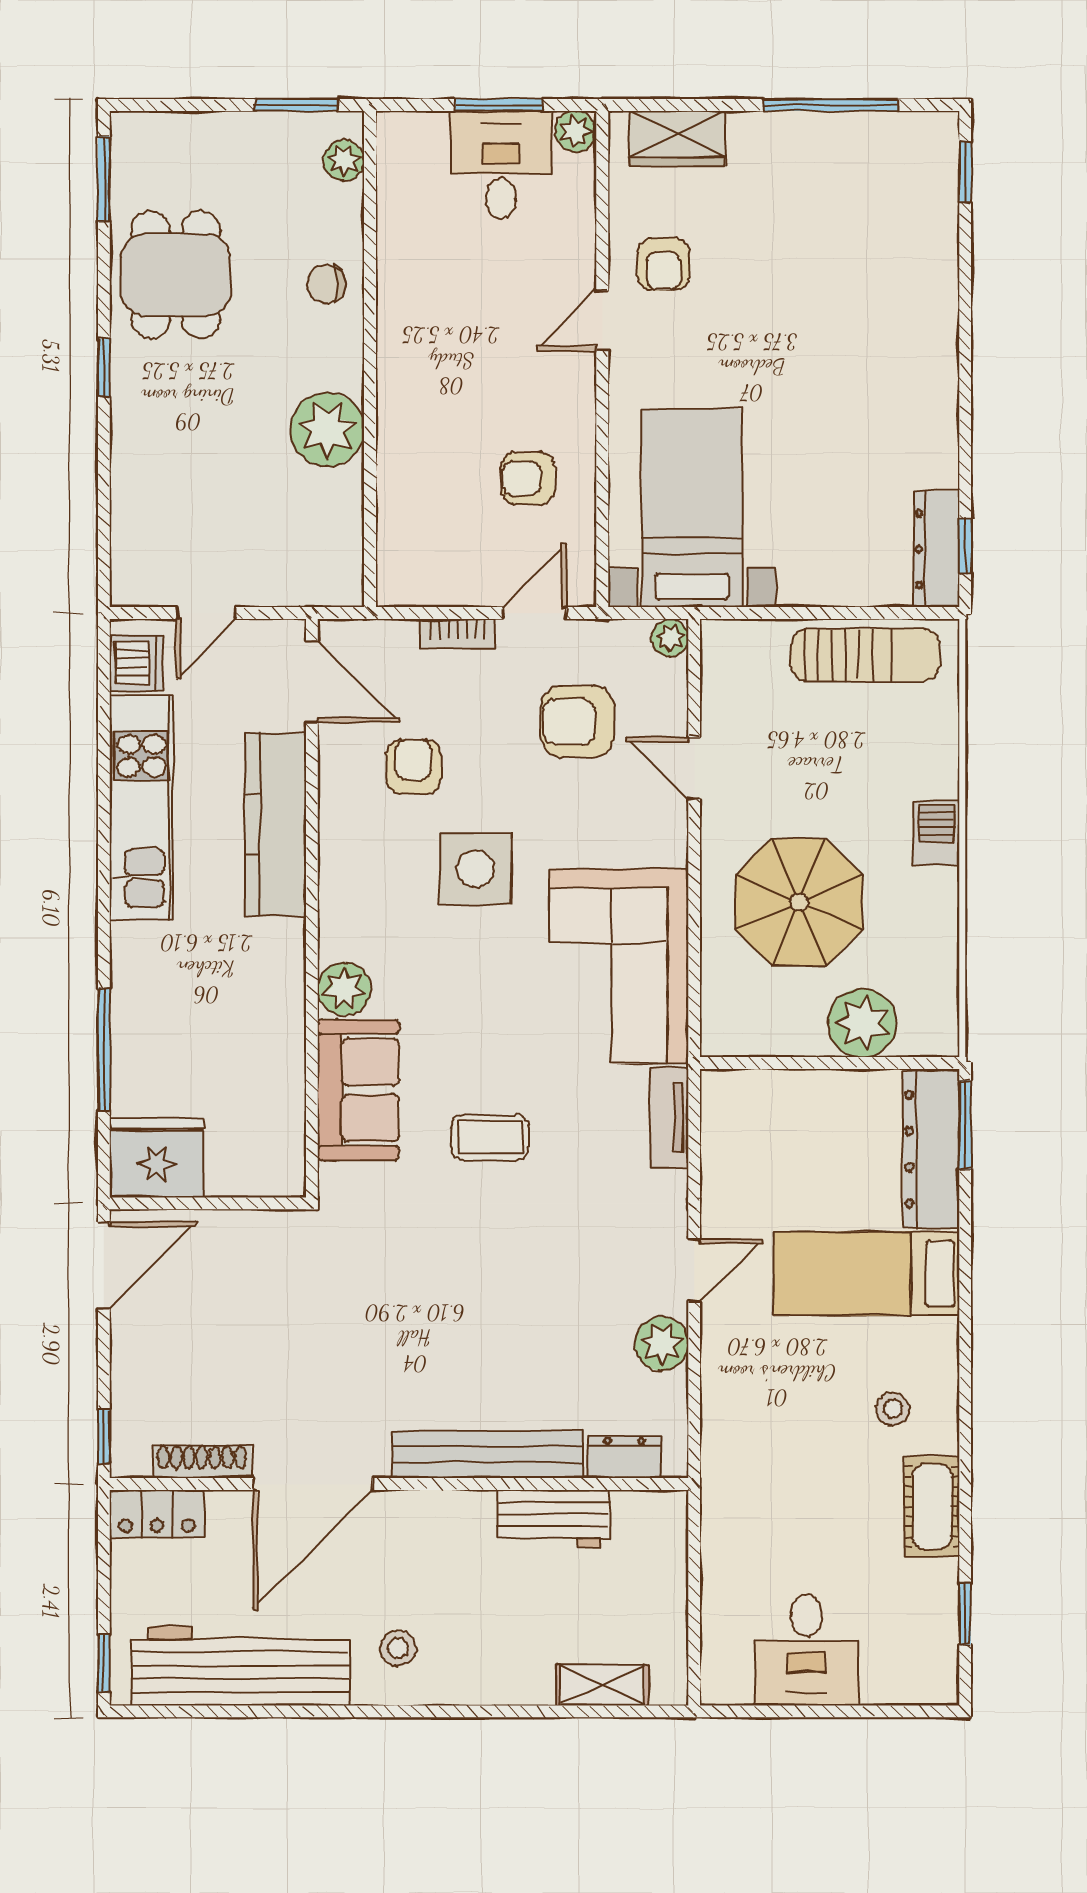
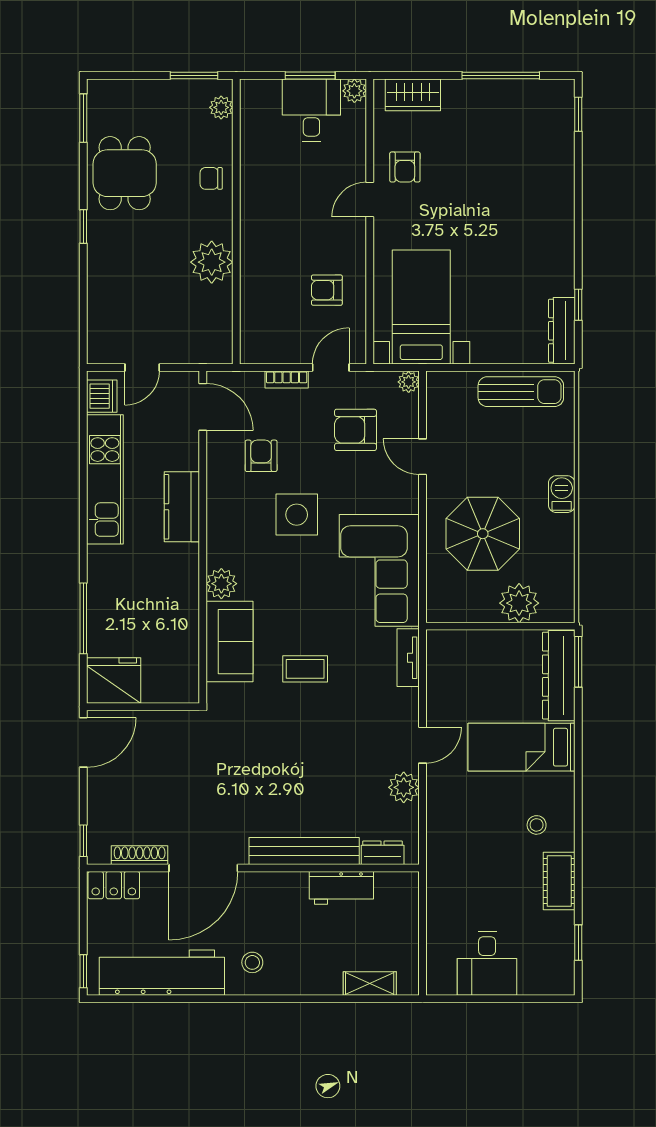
window: (965, 546) -> (578, 305), moved
kitchen counter: (275, 825) -> (182, 507), width x0.67

